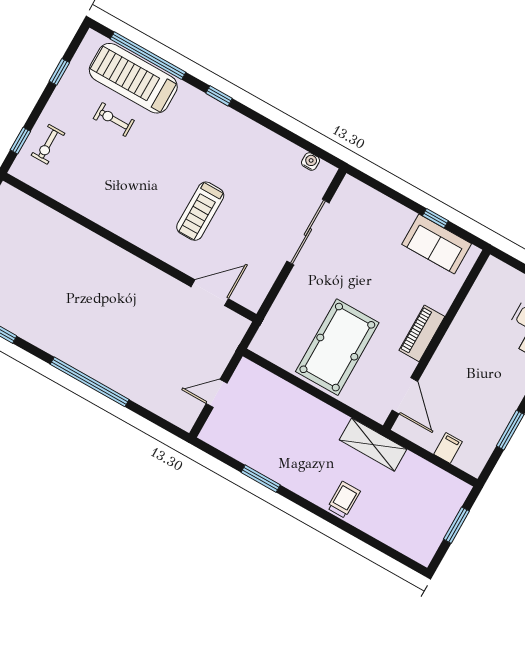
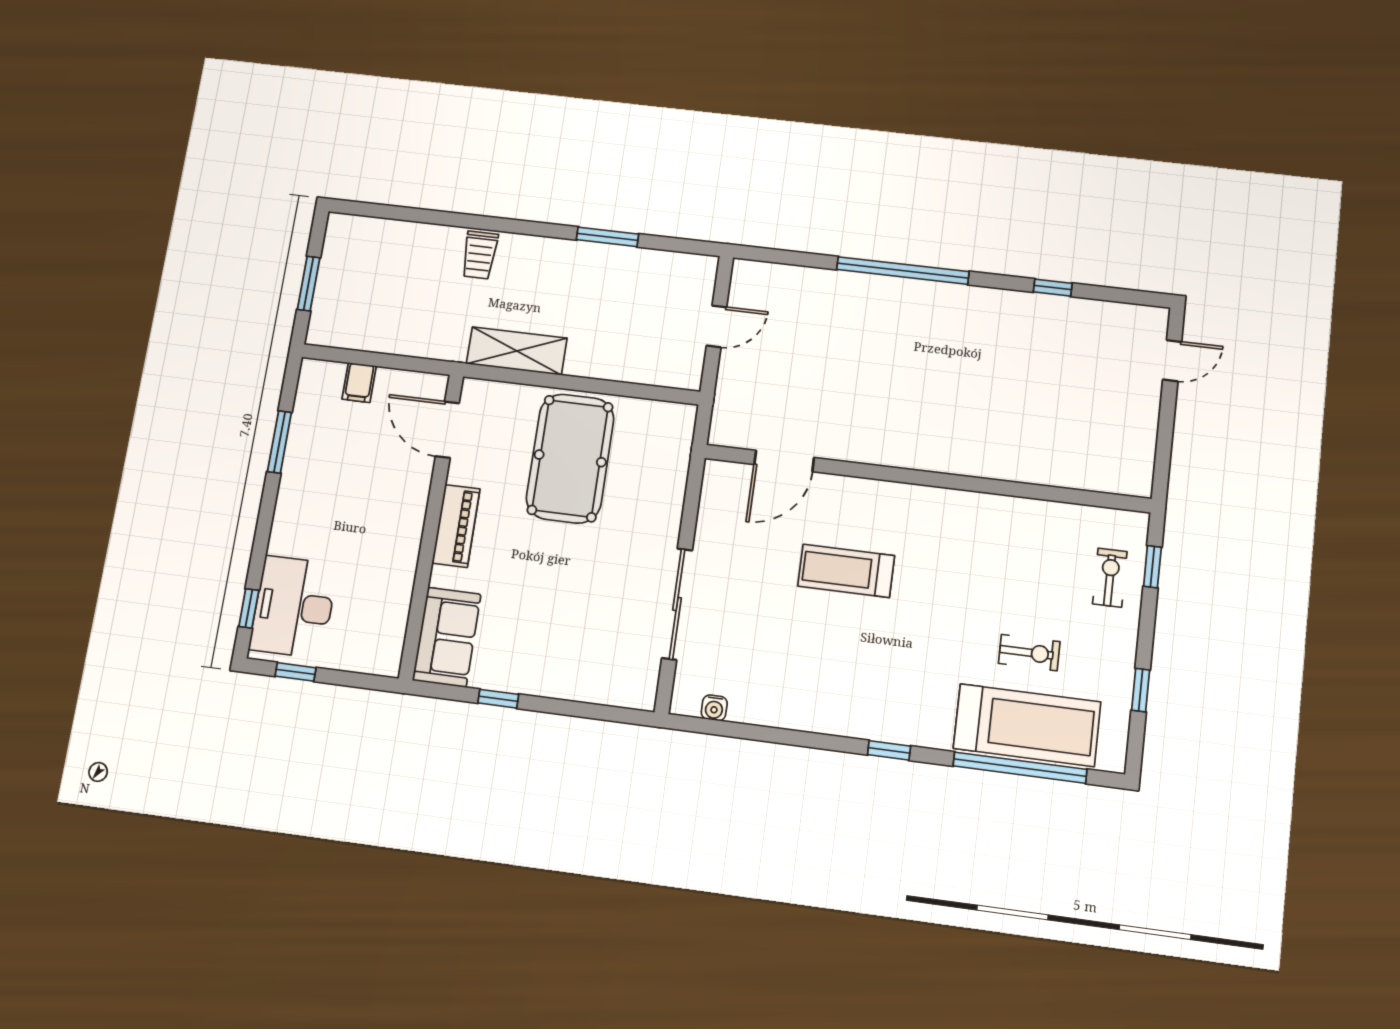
treadmill: (200, 211) -> (846, 571), turned -90
sofa: (437, 244) -> (447, 637), moved, turned 90
shelving: (373, 445) -> (517, 351), moved

